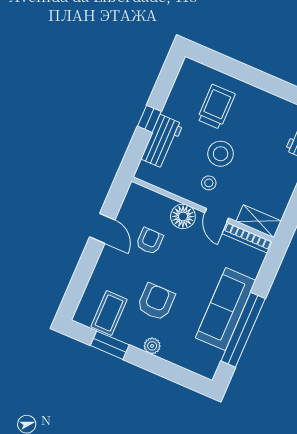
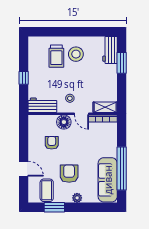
trolley: (216, 107) -> (56, 56), turned 180
workbench: (162, 142) -> (42, 105), moved, turned -90
stool: (221, 154) -> (76, 54), moved
door: (102, 228) -> (24, 169), moved
sofa: (226, 309) -> (108, 180), moved

